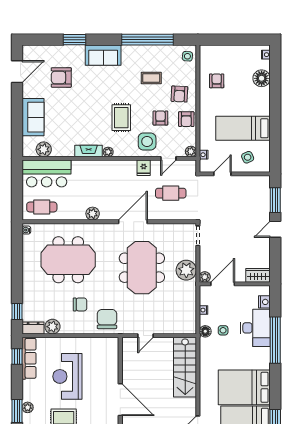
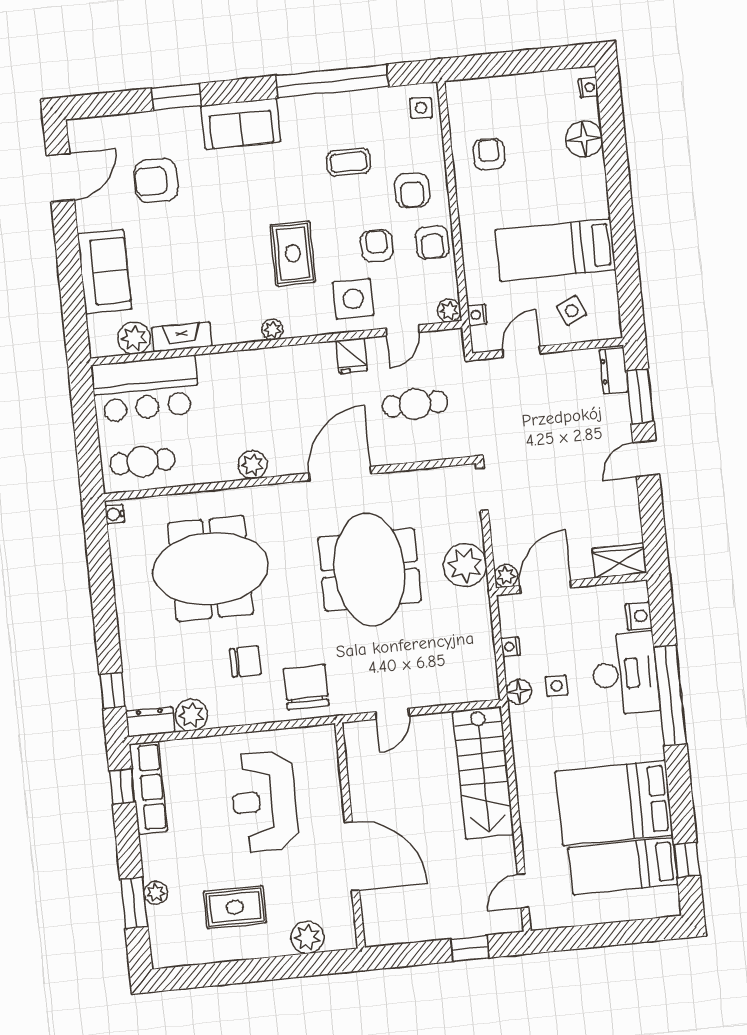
fireplace: (89, 151) -> (182, 337), moved
dresser: (264, 187) -> (614, 371), added
reception desk: (67, 376) -> (264, 801), moved

